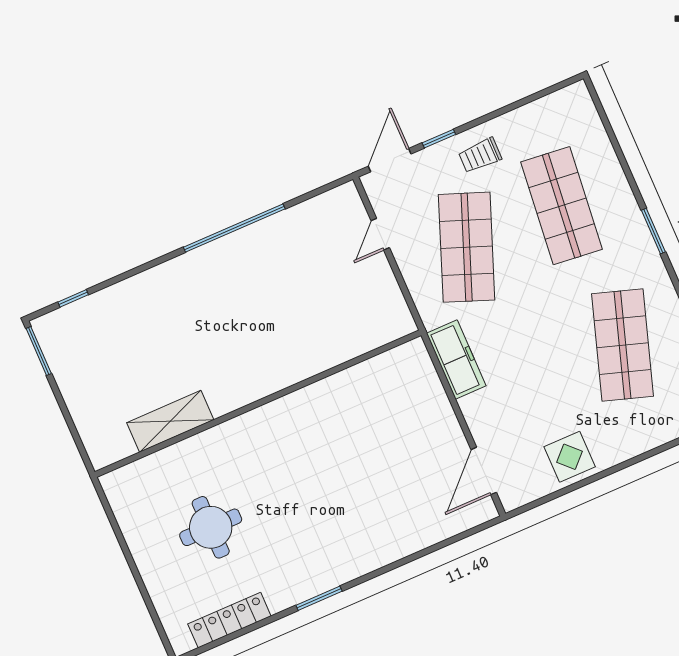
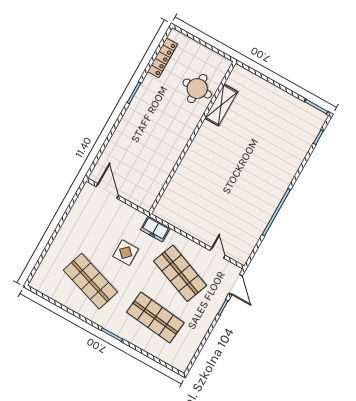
trolley: (480, 155) -> (202, 313), removed
freezer: (456, 359) -> (155, 229), width x0.71
wall: (258, 404) -> (192, 138), moved
shelving: (170, 421) -> (221, 105), moved
display table: (570, 457) -> (126, 253), moved

